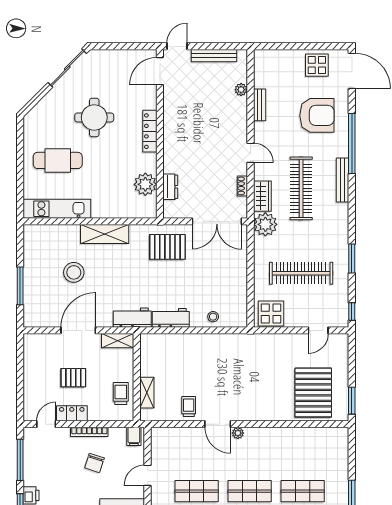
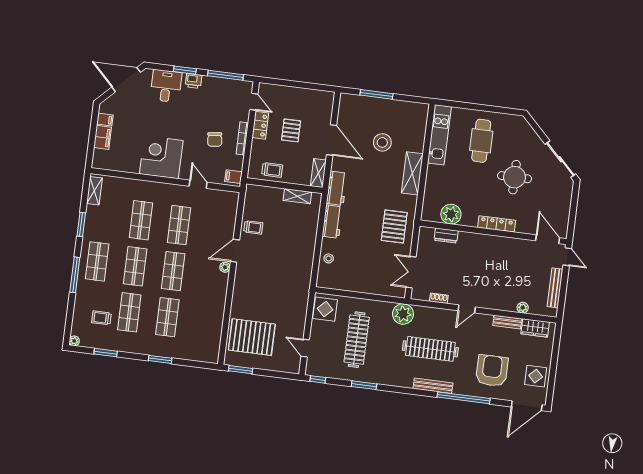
armchair: (317, 115) -> (492, 371), turned 180
wardrobe: (262, 196) -> (535, 328), moved
double door: (217, 221) -> (411, 272), width x0.73
shelving: (147, 393) -> (297, 196), moved
chair: (94, 463) -> (215, 139), turned -115

